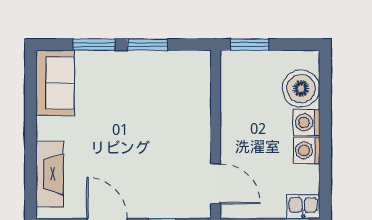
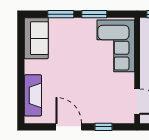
corner sofa: (182, 95) -> (116, 46), added

